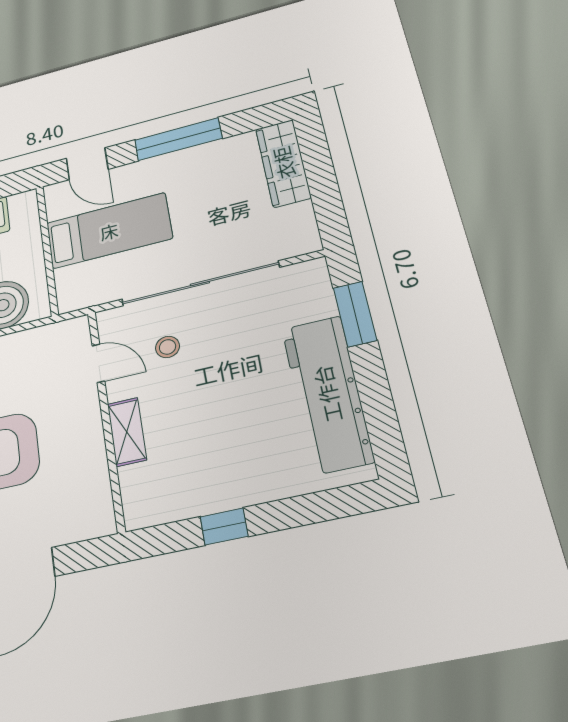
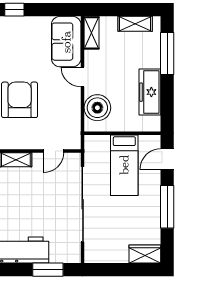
wardrobe: (283, 163) -> (145, 254), width x0.67
stool: (168, 347) -> (54, 184), removed

